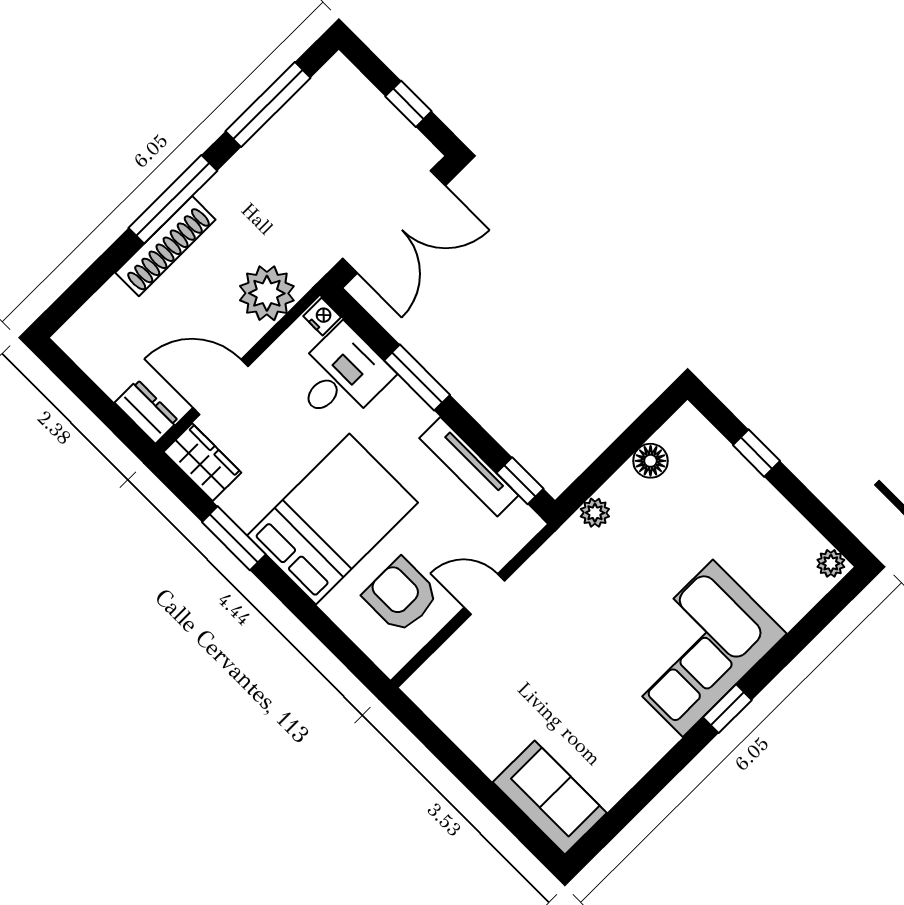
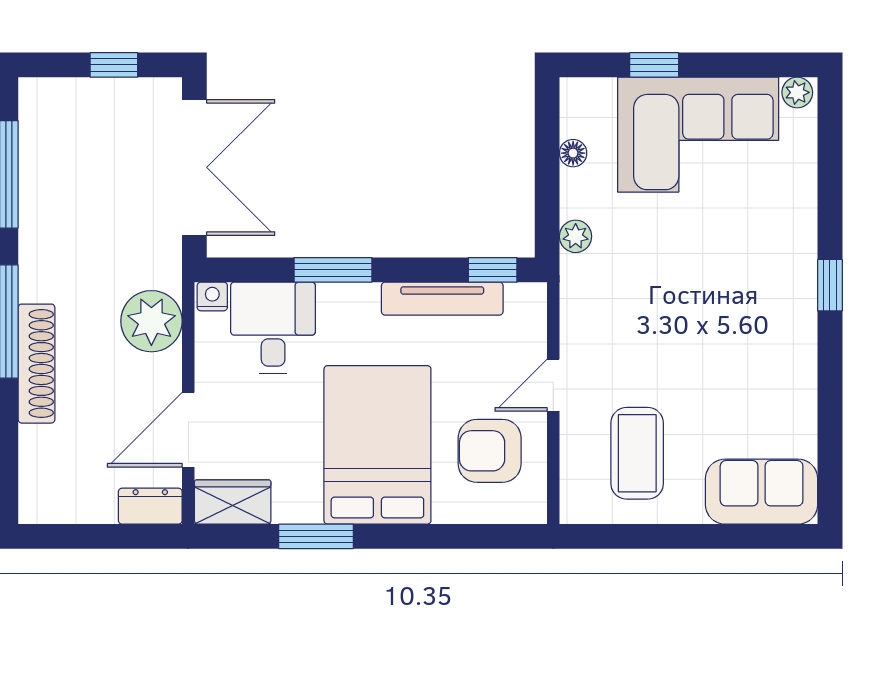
floor lamp: (650, 461) -> (573, 153), width x0.73, depth x0.73
corner sofa: (698, 648) -> (698, 135), moved, turned -90
coffee table: (494, 692) -> (637, 453), added

